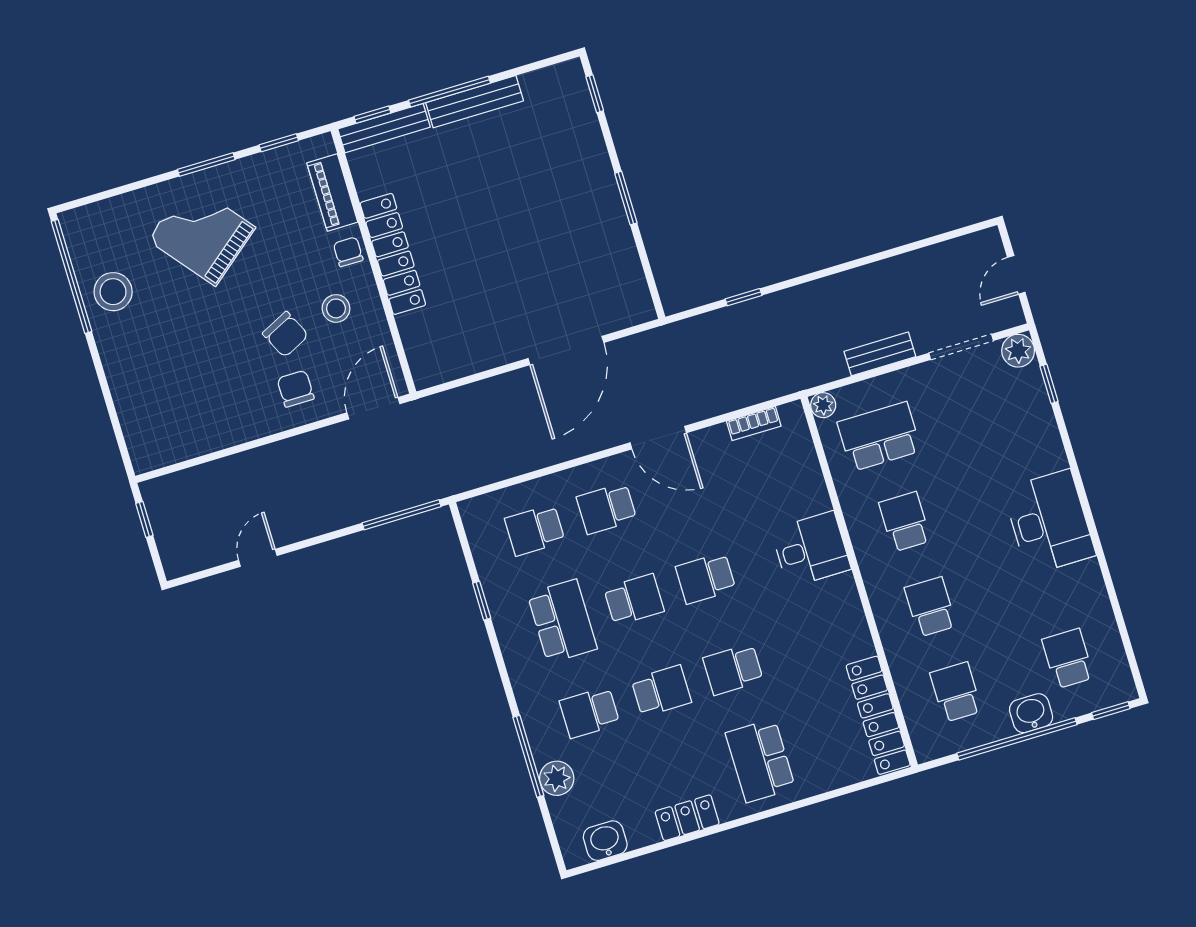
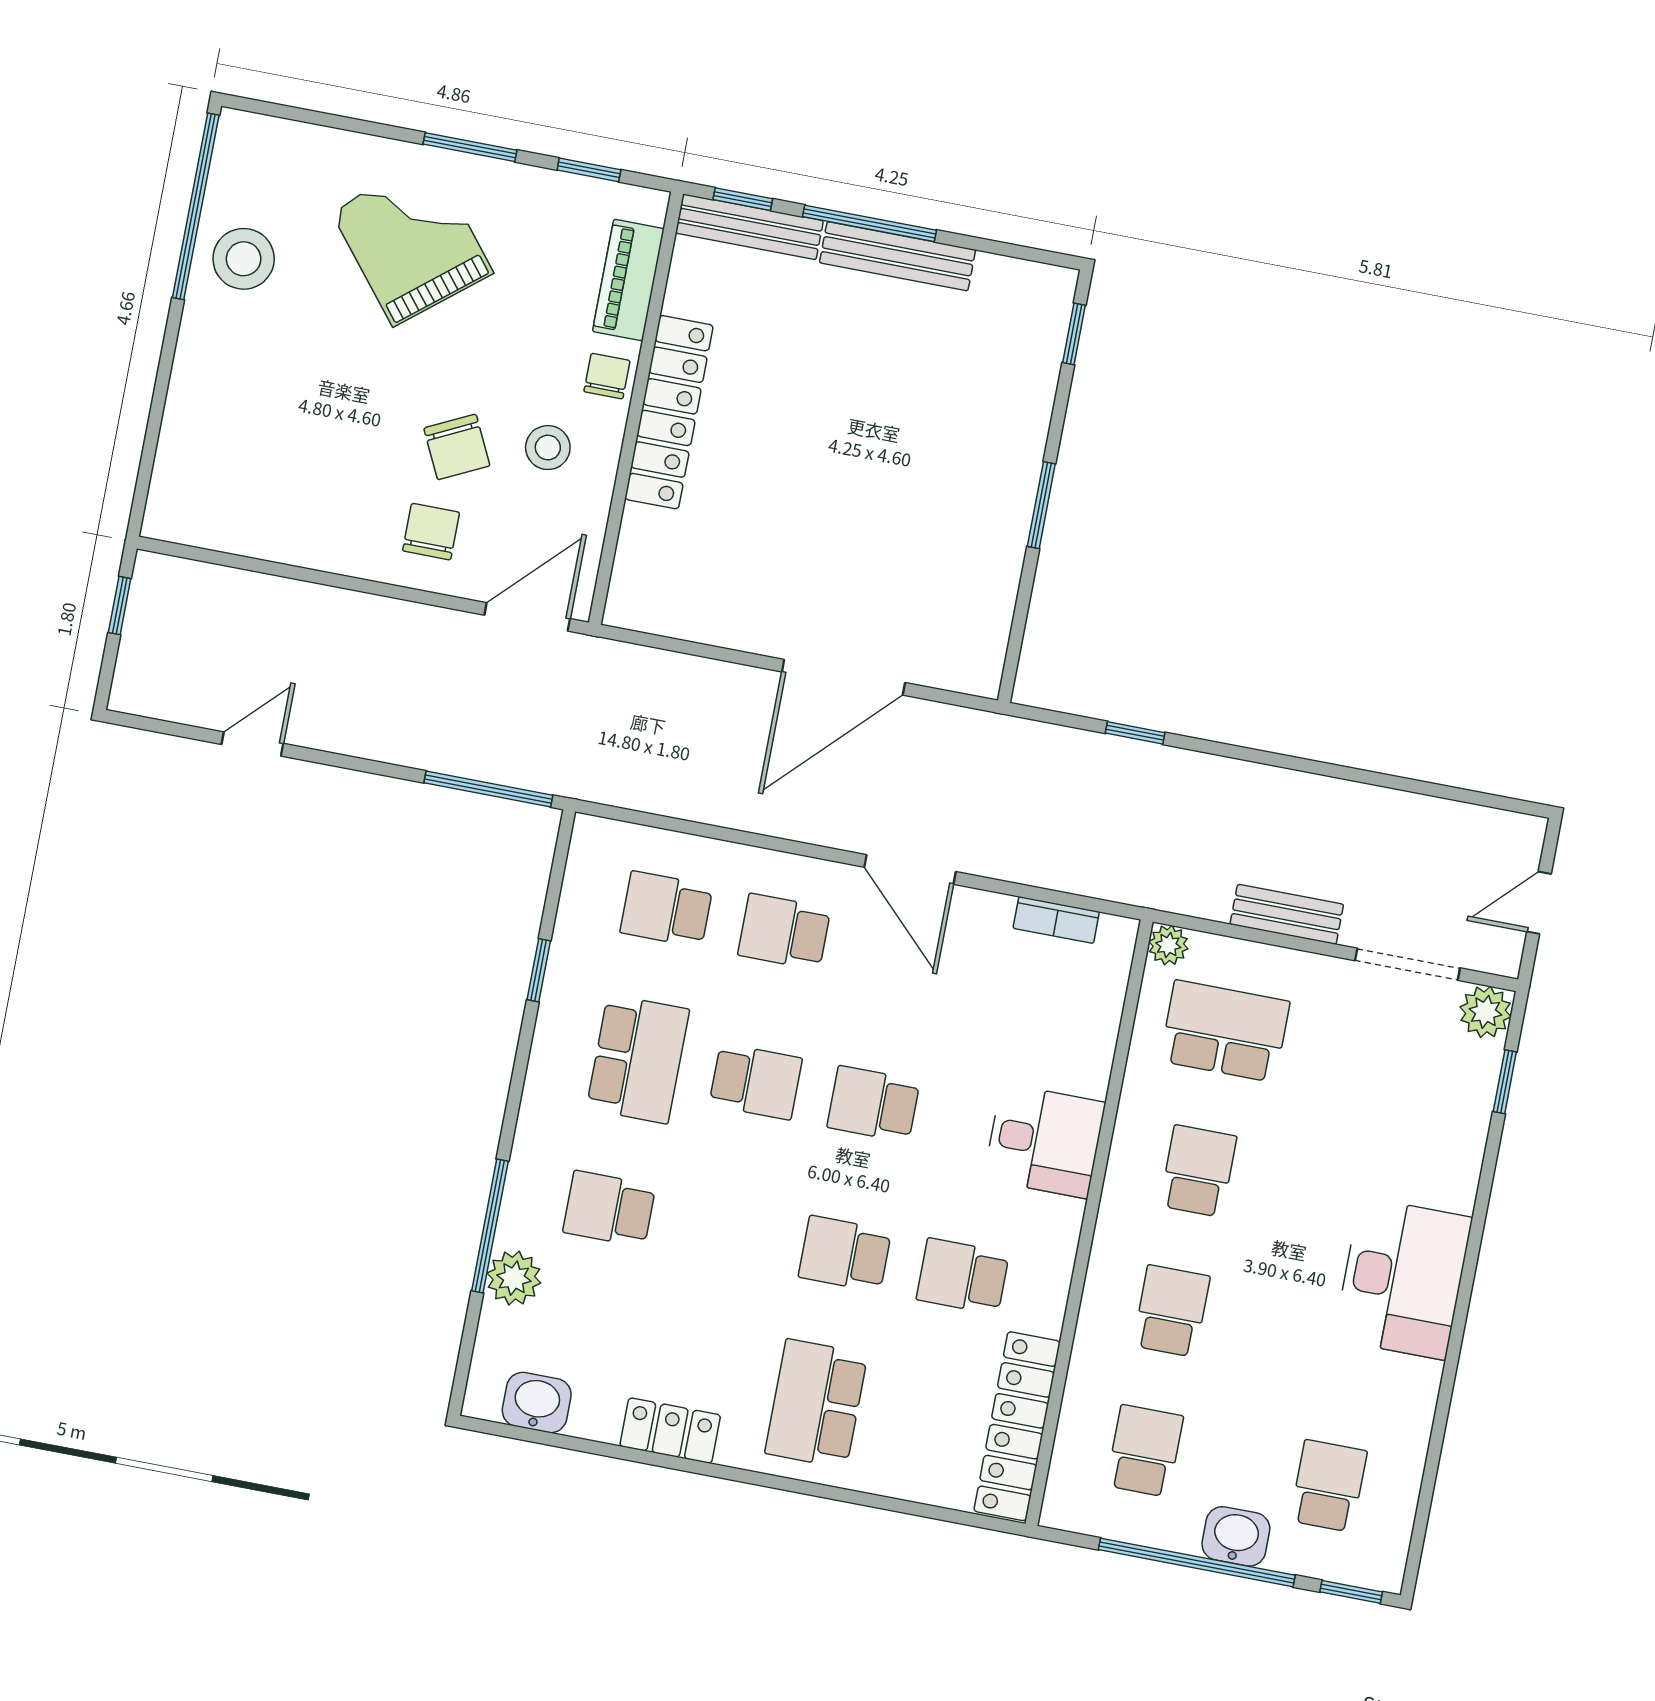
school desk: (661, 691) -> (963, 1276), moved, turned 180

